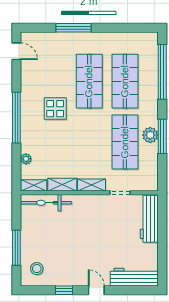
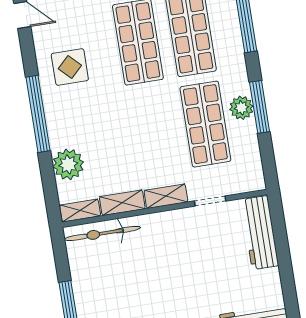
display table: (55, 109) -> (70, 67), moved
plant: (26, 159) -> (68, 164), width x1.88, depth x1.88

